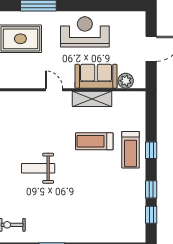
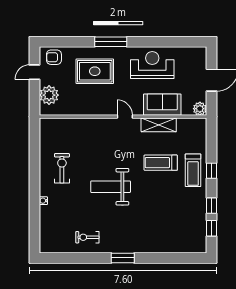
plant: (126, 81) -> (200, 109), moved
weight bench: (38, 168) -> (111, 187), width x1.36, depth x1.33

